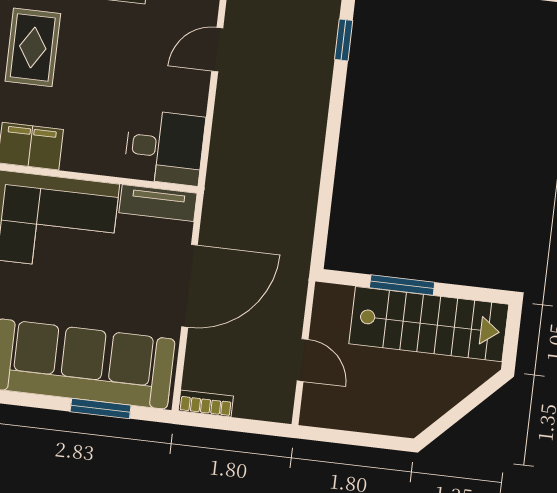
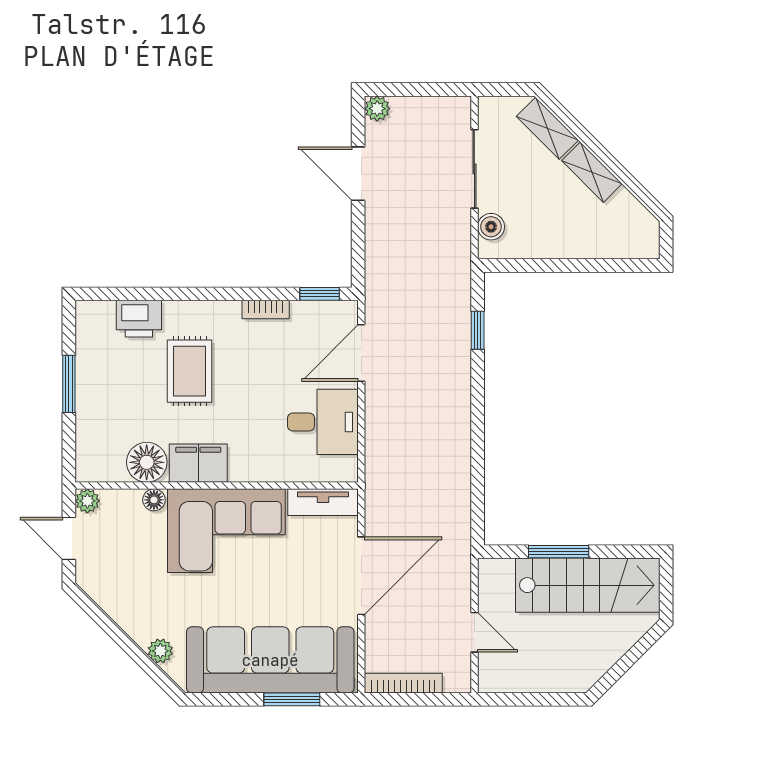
door: (217, 50) -> (361, 353), width x1.37
desk: (164, 147) -> (323, 422), moved
bookcase: (206, 403) -> (403, 683), width x1.56

